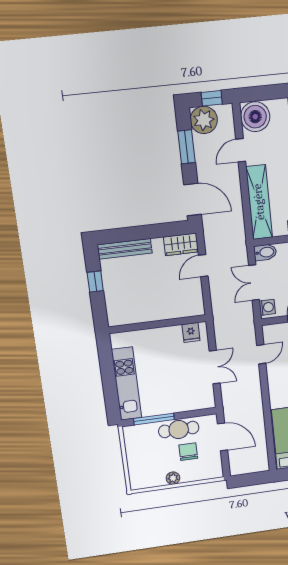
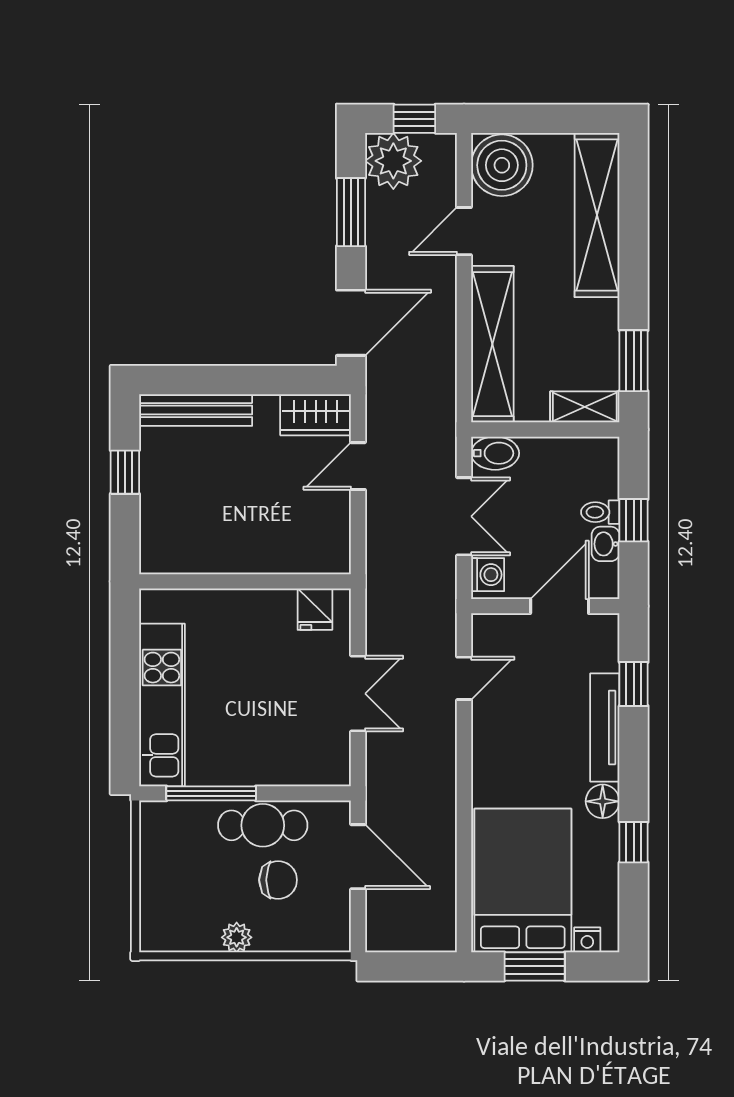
door: (192, 200) -> (351, 323), hinge flipped
double door: (254, 283) -> (464, 516), swing flipped
chair: (188, 452) -> (278, 880), turned 90

